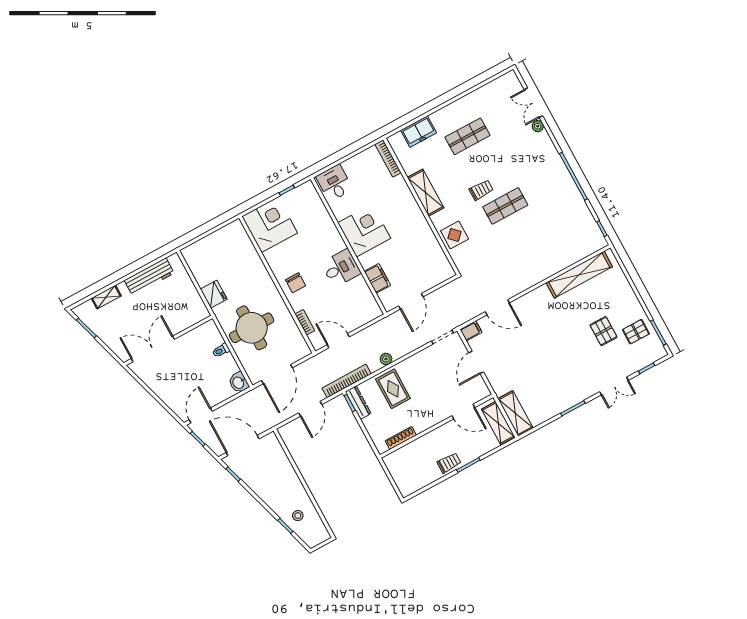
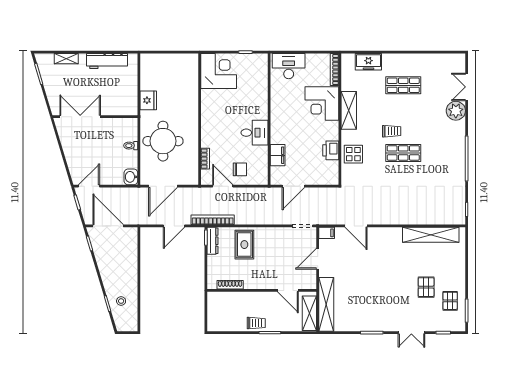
plant: (538, 126) -> (456, 111), width x1.87, depth x1.87
desk: (334, 183) -> (289, 66), width x1.37
corner desk: (364, 230) -> (322, 103), moved, turned 180
printer: (429, 244) -> (331, 150), added
chair: (296, 283) -> (240, 169), moved, turned -90
pallet: (636, 332) -> (450, 301), turned 90
plant: (386, 359) -> (251, 219), removed
shelving: (515, 413) -> (326, 304), width x1.47

